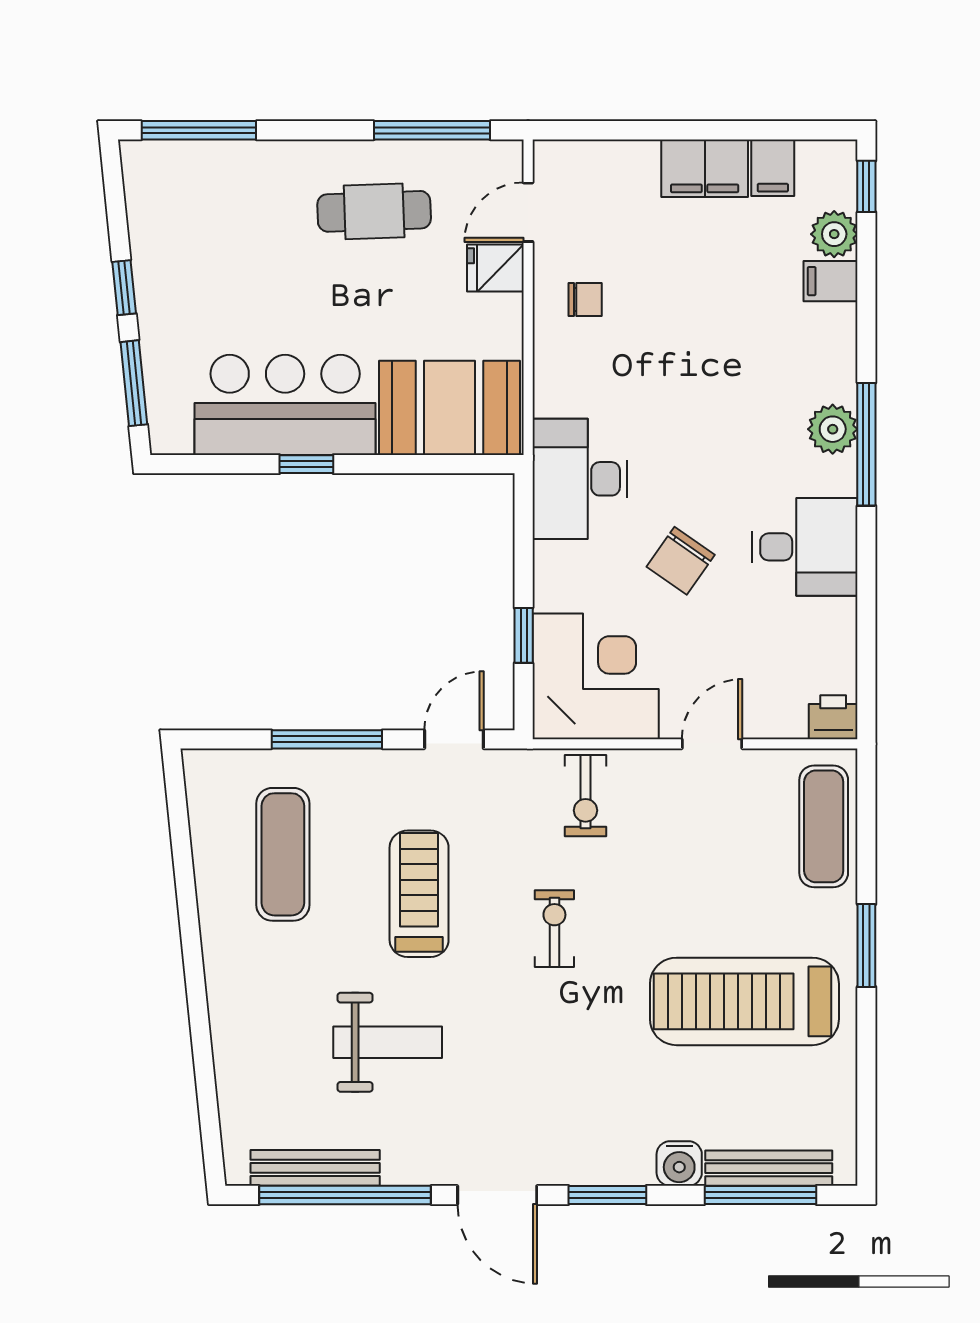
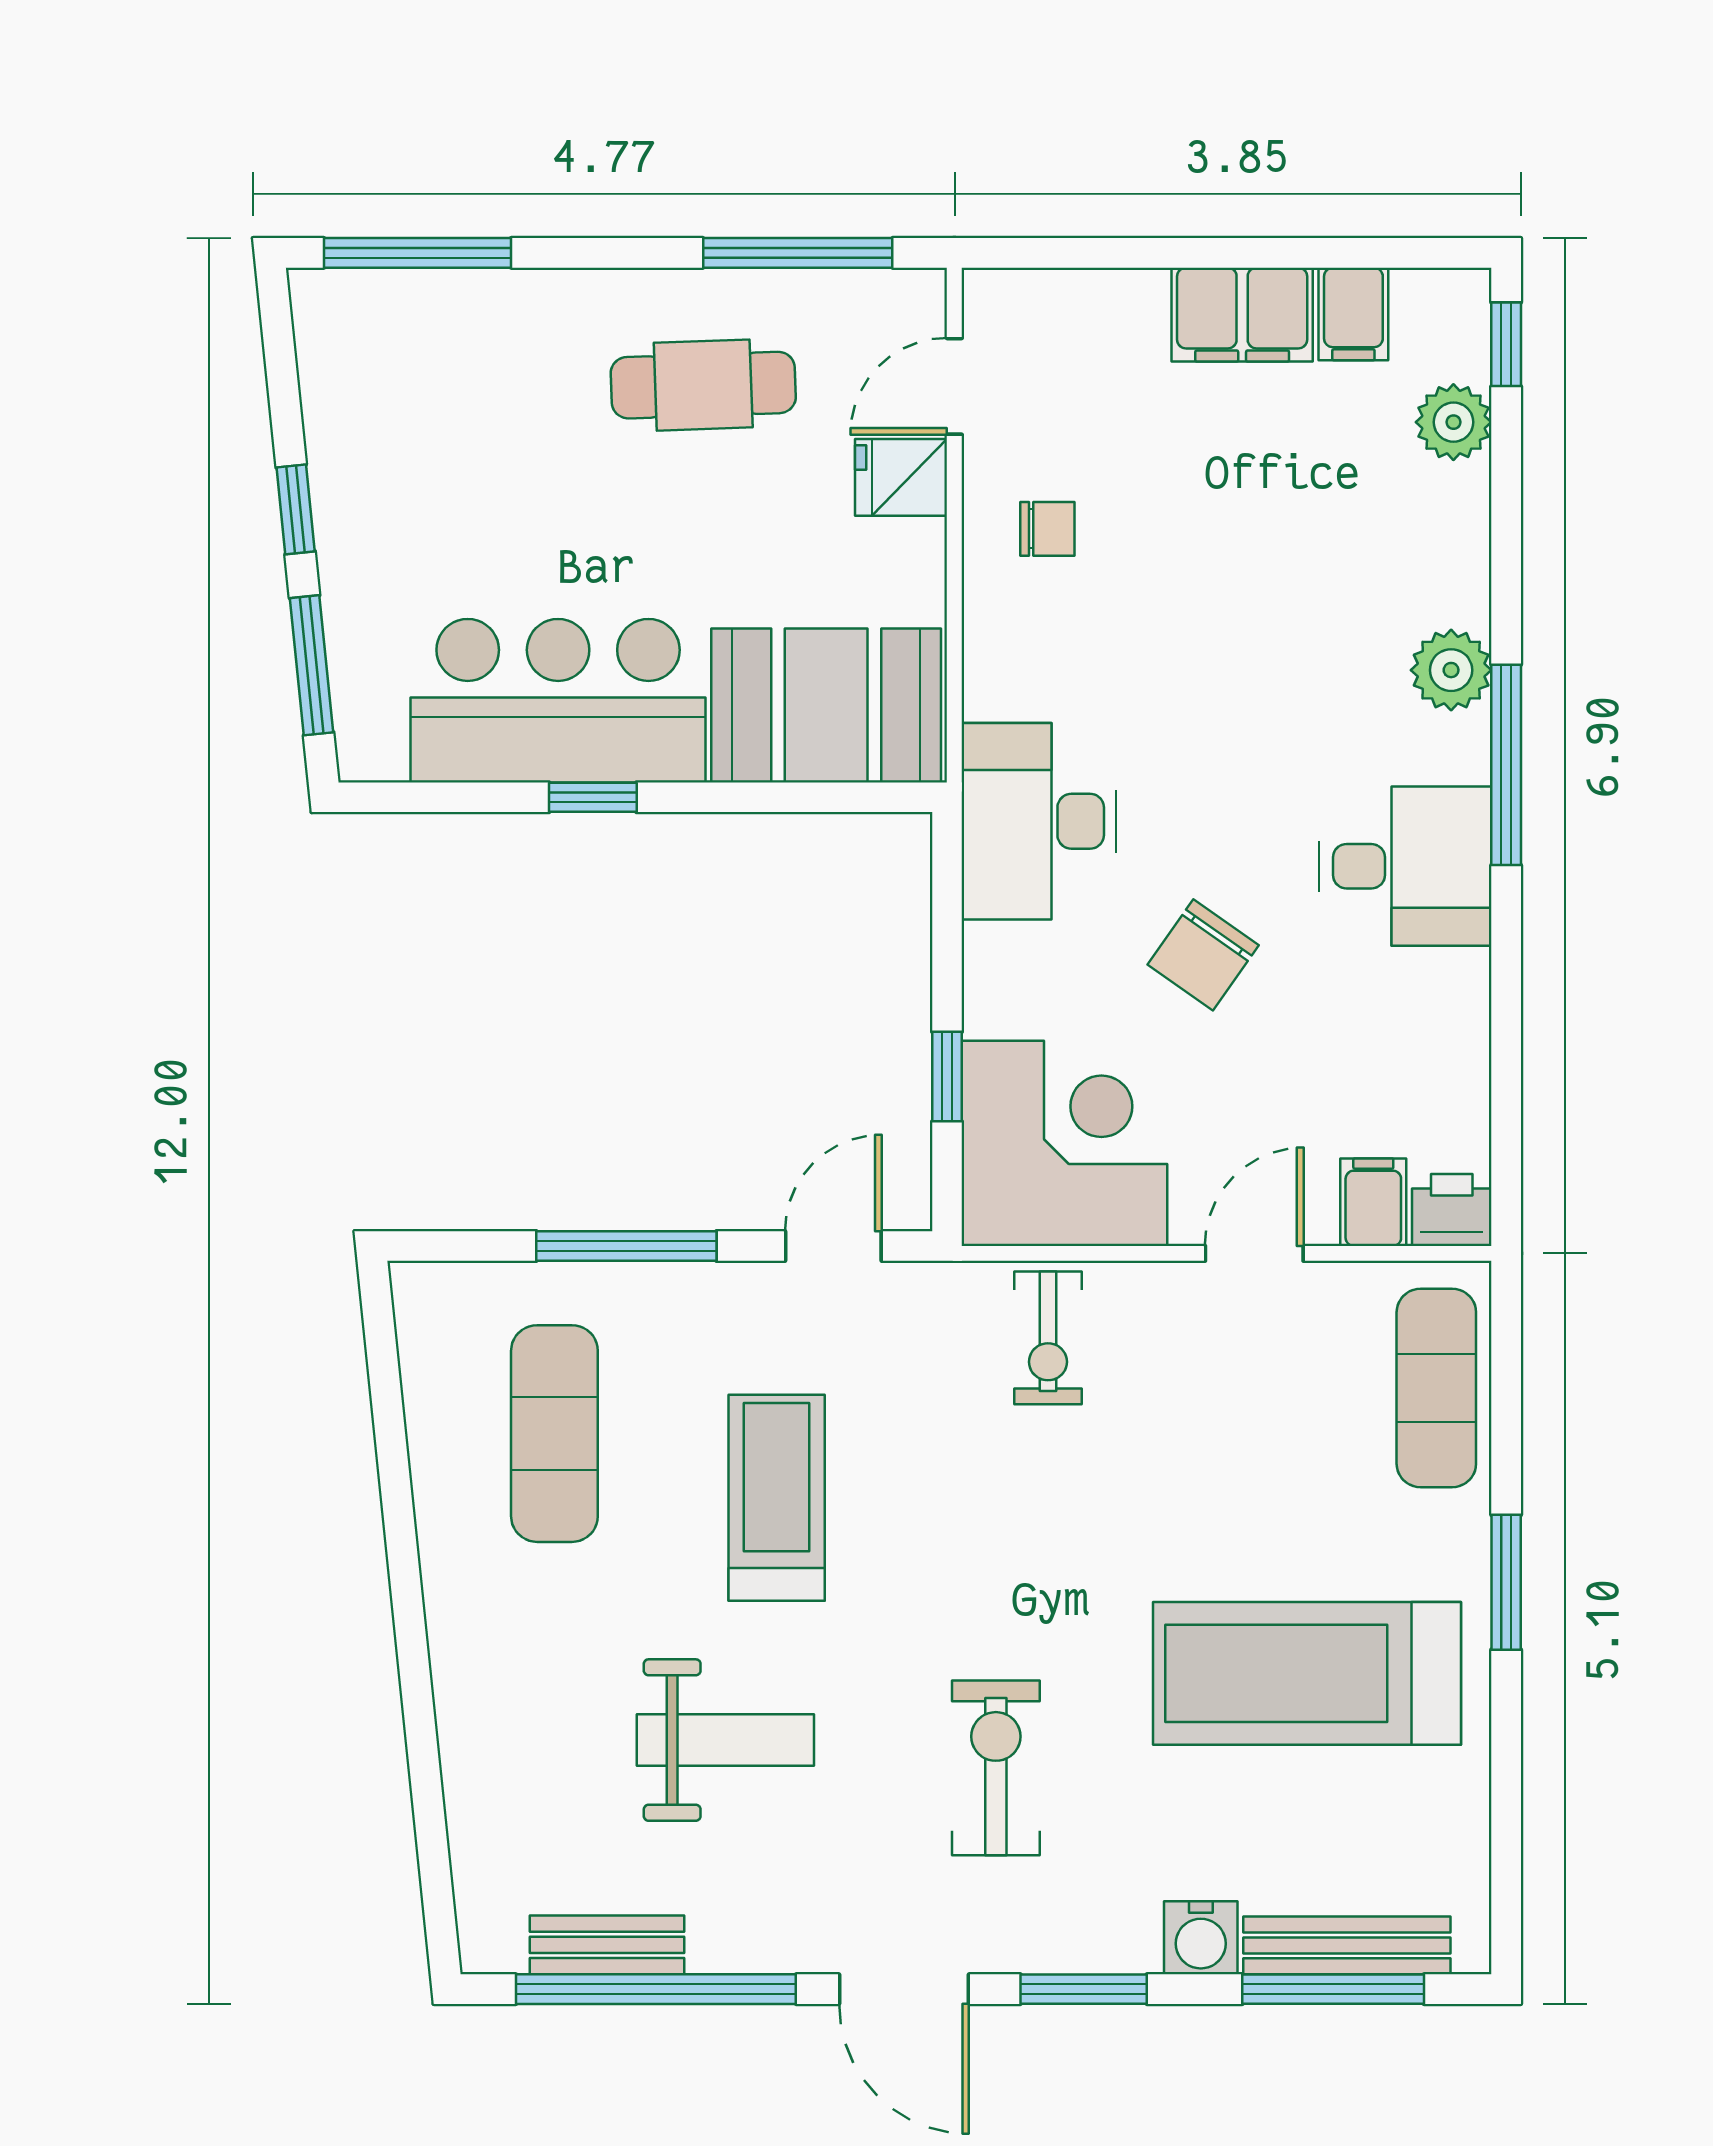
filing cabinet: (831, 281) -> (1373, 1202), moved, turned 90
plant: (833, 429) -> (1451, 670), moved
desk: (805, 547) -> (1405, 866), moved
exercise bike: (554, 929) -> (996, 1768), moved, width x1.38, depth x1.39
bench: (315, 1168) -> (607, 1945), width x0.73

